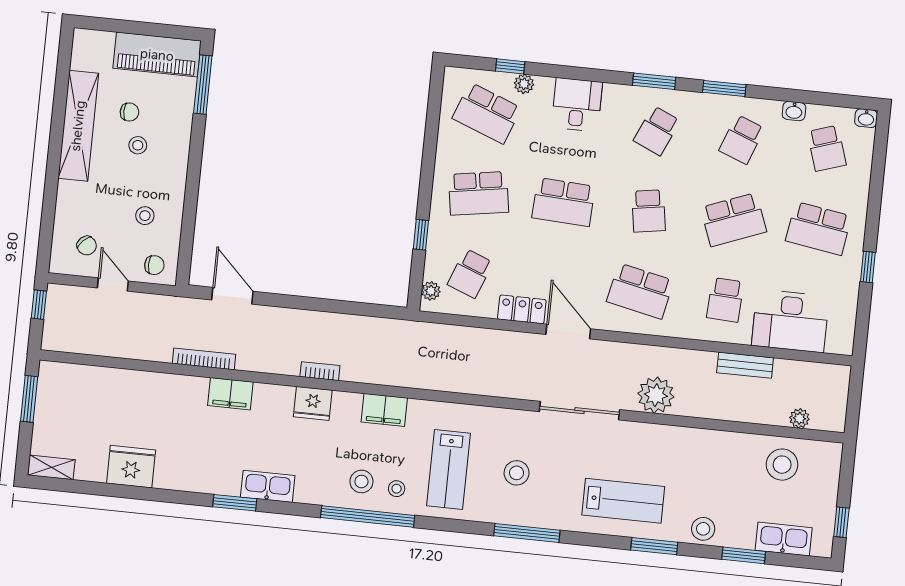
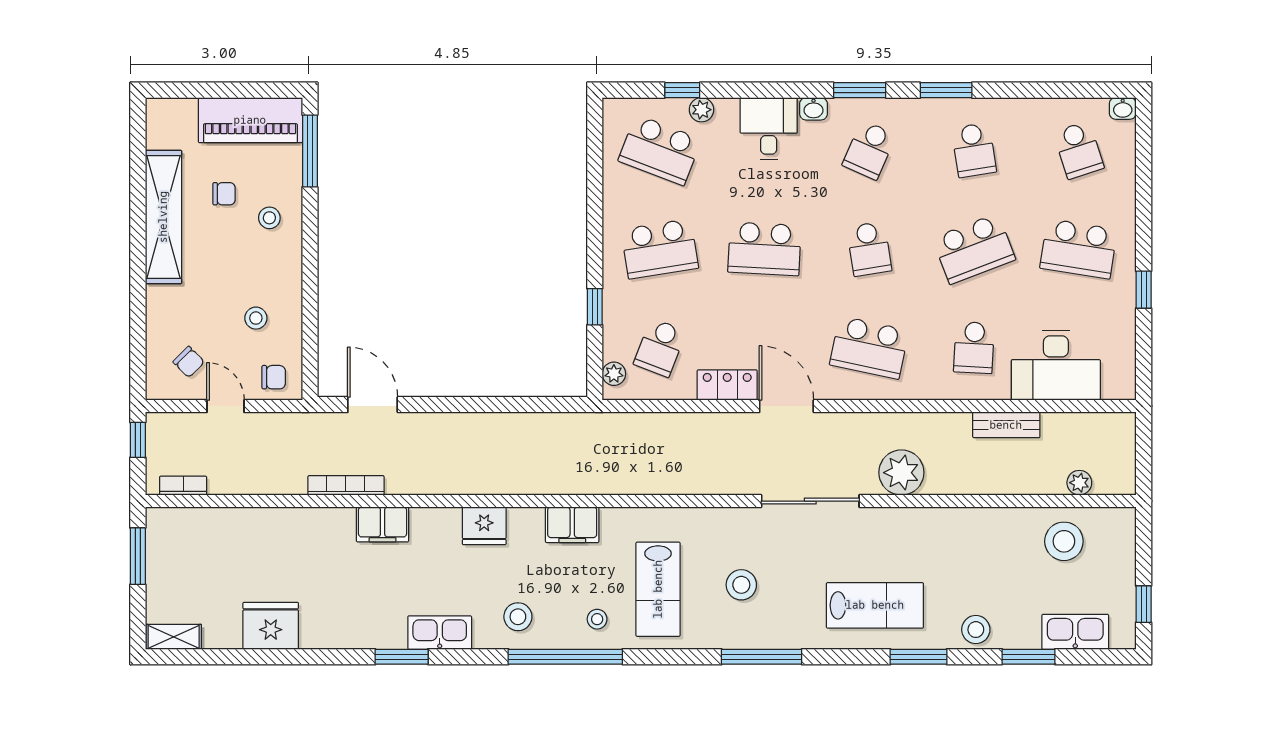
washbasin: (794, 111) -> (814, 109), moved
school desk: (742, 139) -> (974, 150), turned -30
stool: (138, 145) -> (269, 218), moved
bookcase: (320, 371) -> (183, 486), moved
stool: (361, 481) -> (518, 617), moved

